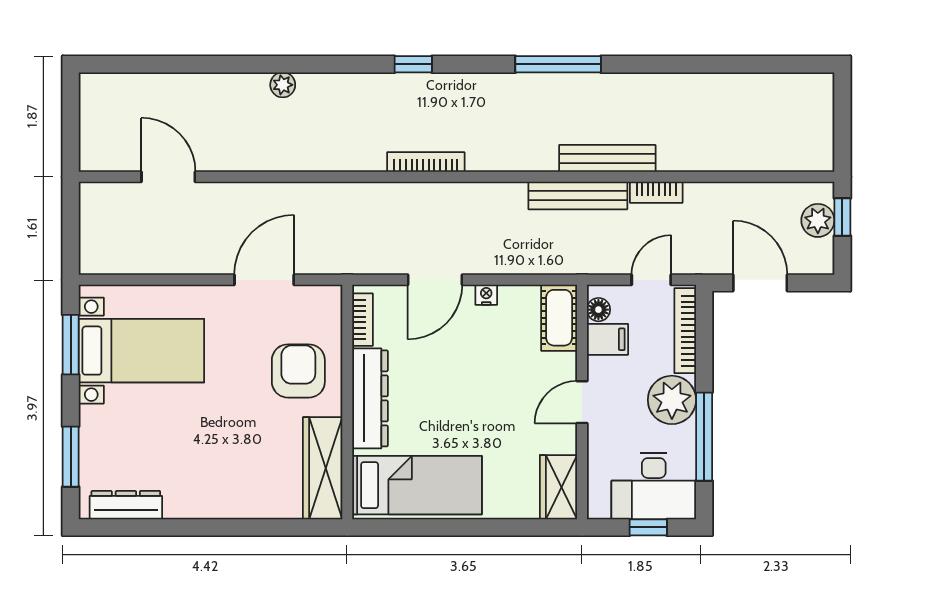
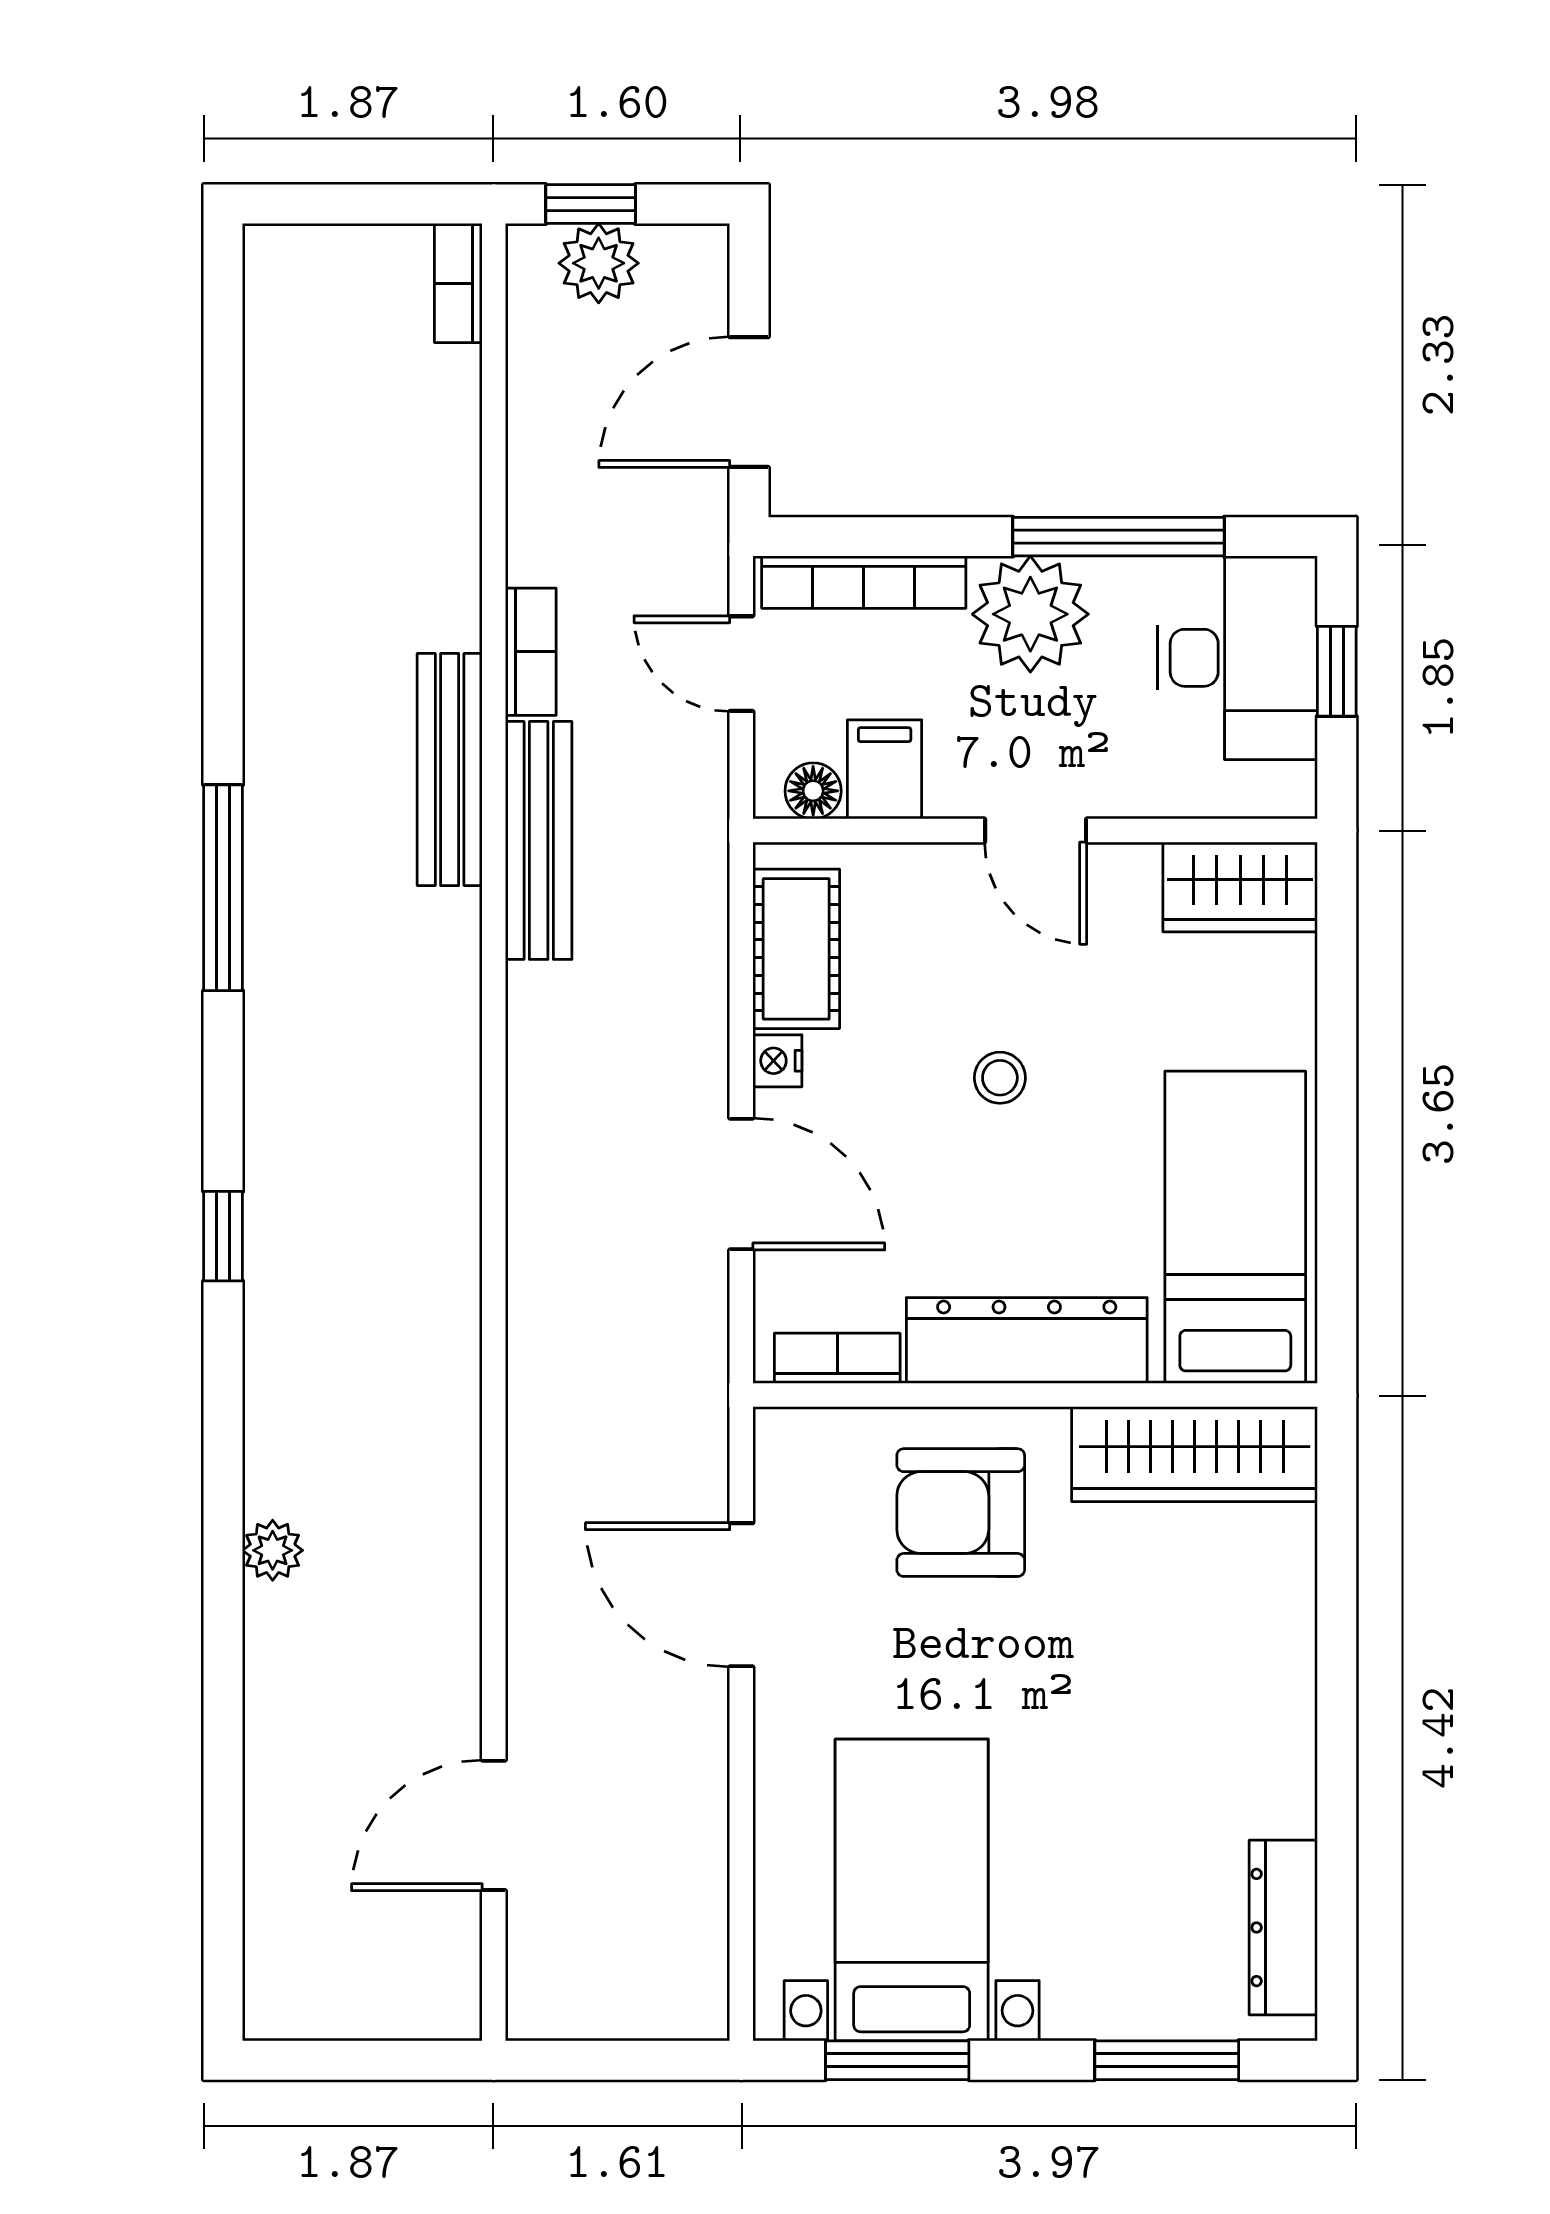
bookcase: (426, 162) -> (458, 283), moved, width x0.64
cot: (559, 318) -> (796, 949), moved, turned 90
stool: (479, 387) -> (1000, 1078), added

